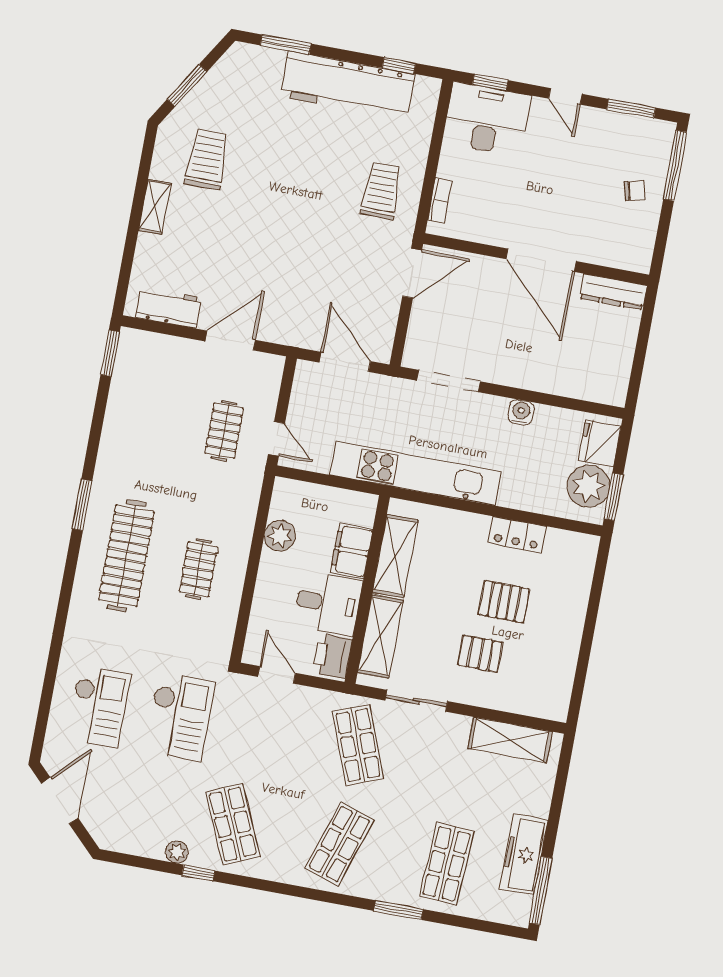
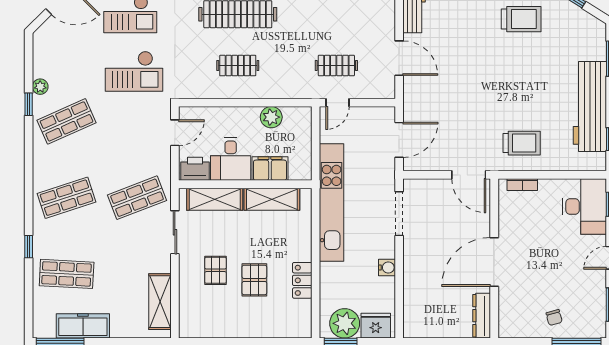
shop shelf: (340, 844) -> (67, 198), turned -36
window: (398, 910) -> (29, 247), width x0.67

